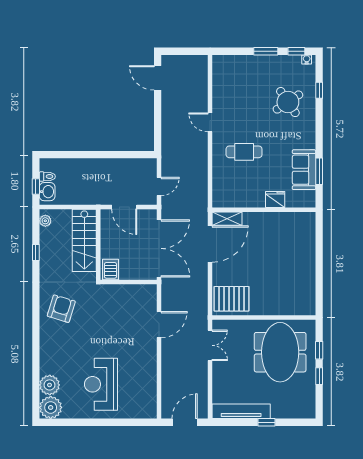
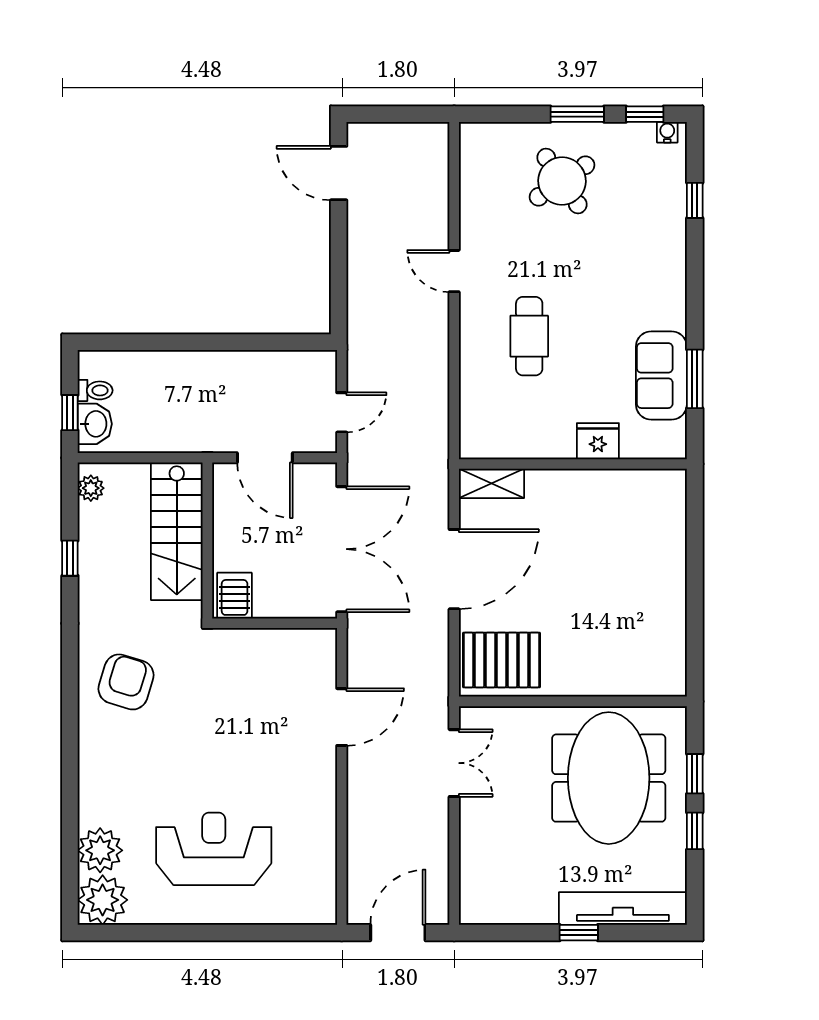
round table: (288, 102) -> (562, 181), moved
cafe table: (244, 152) -> (529, 336), turned 90
door: (210, 244) -> (454, 569), moved
reception desk: (101, 384) -> (214, 849), turned 90
tv unit: (241, 411) -> (623, 908), moved

